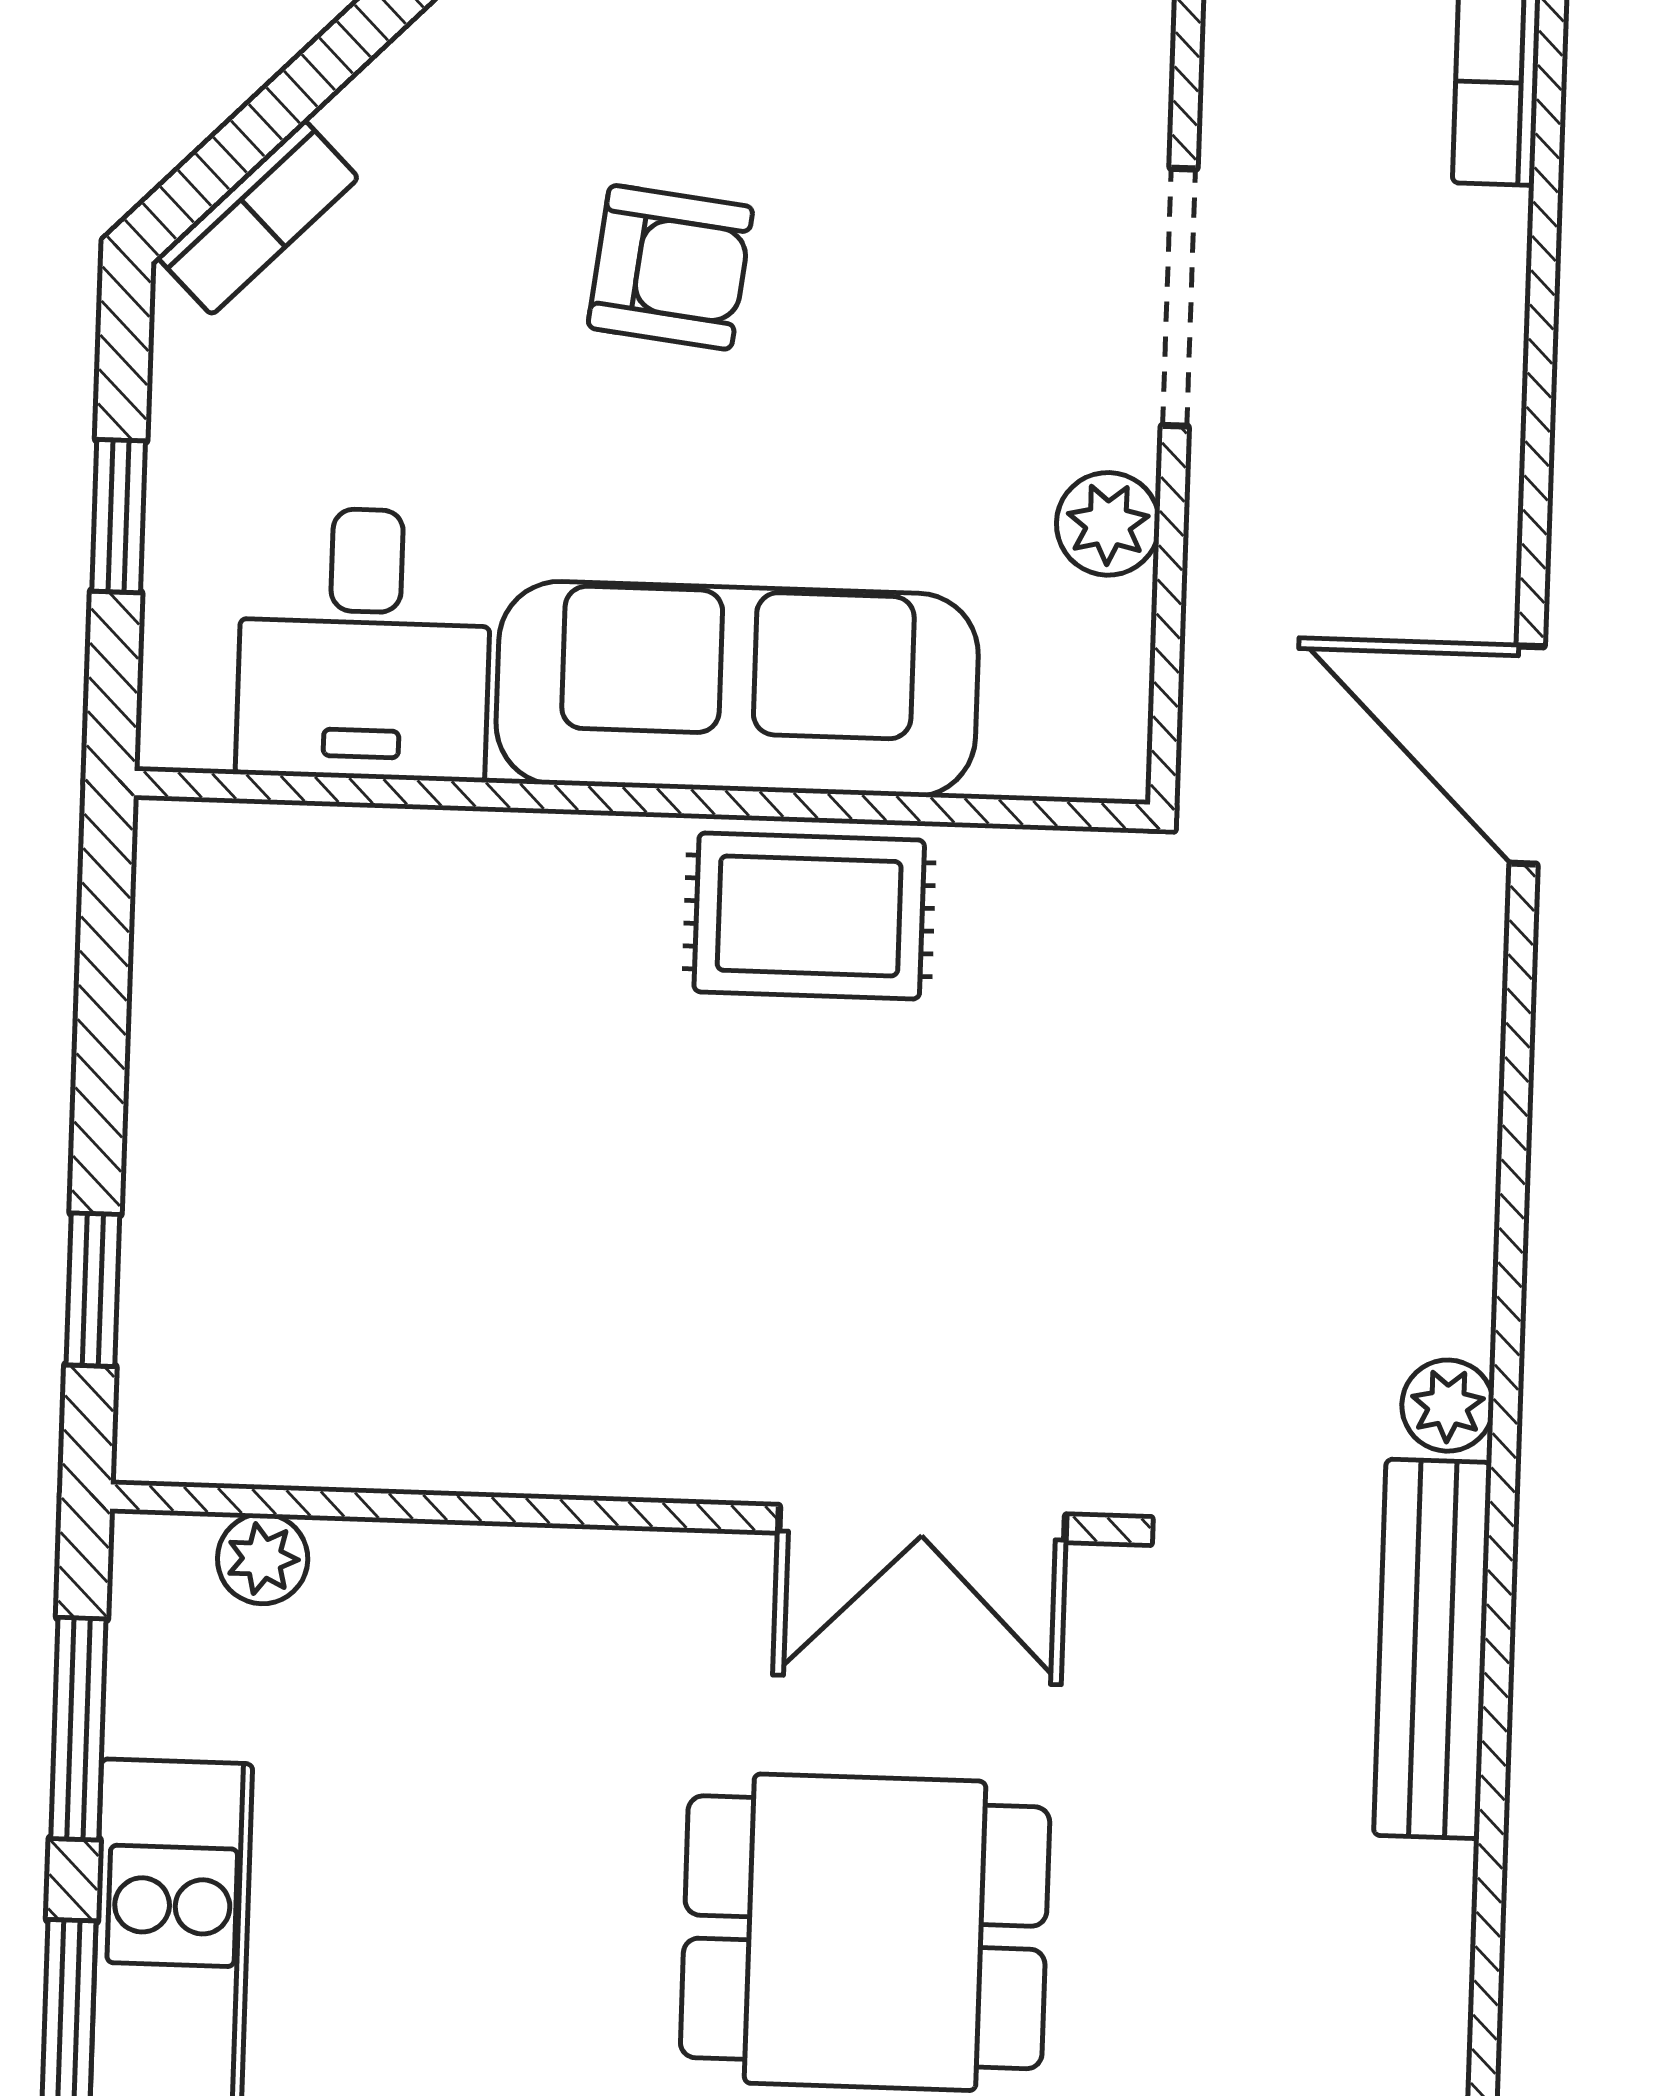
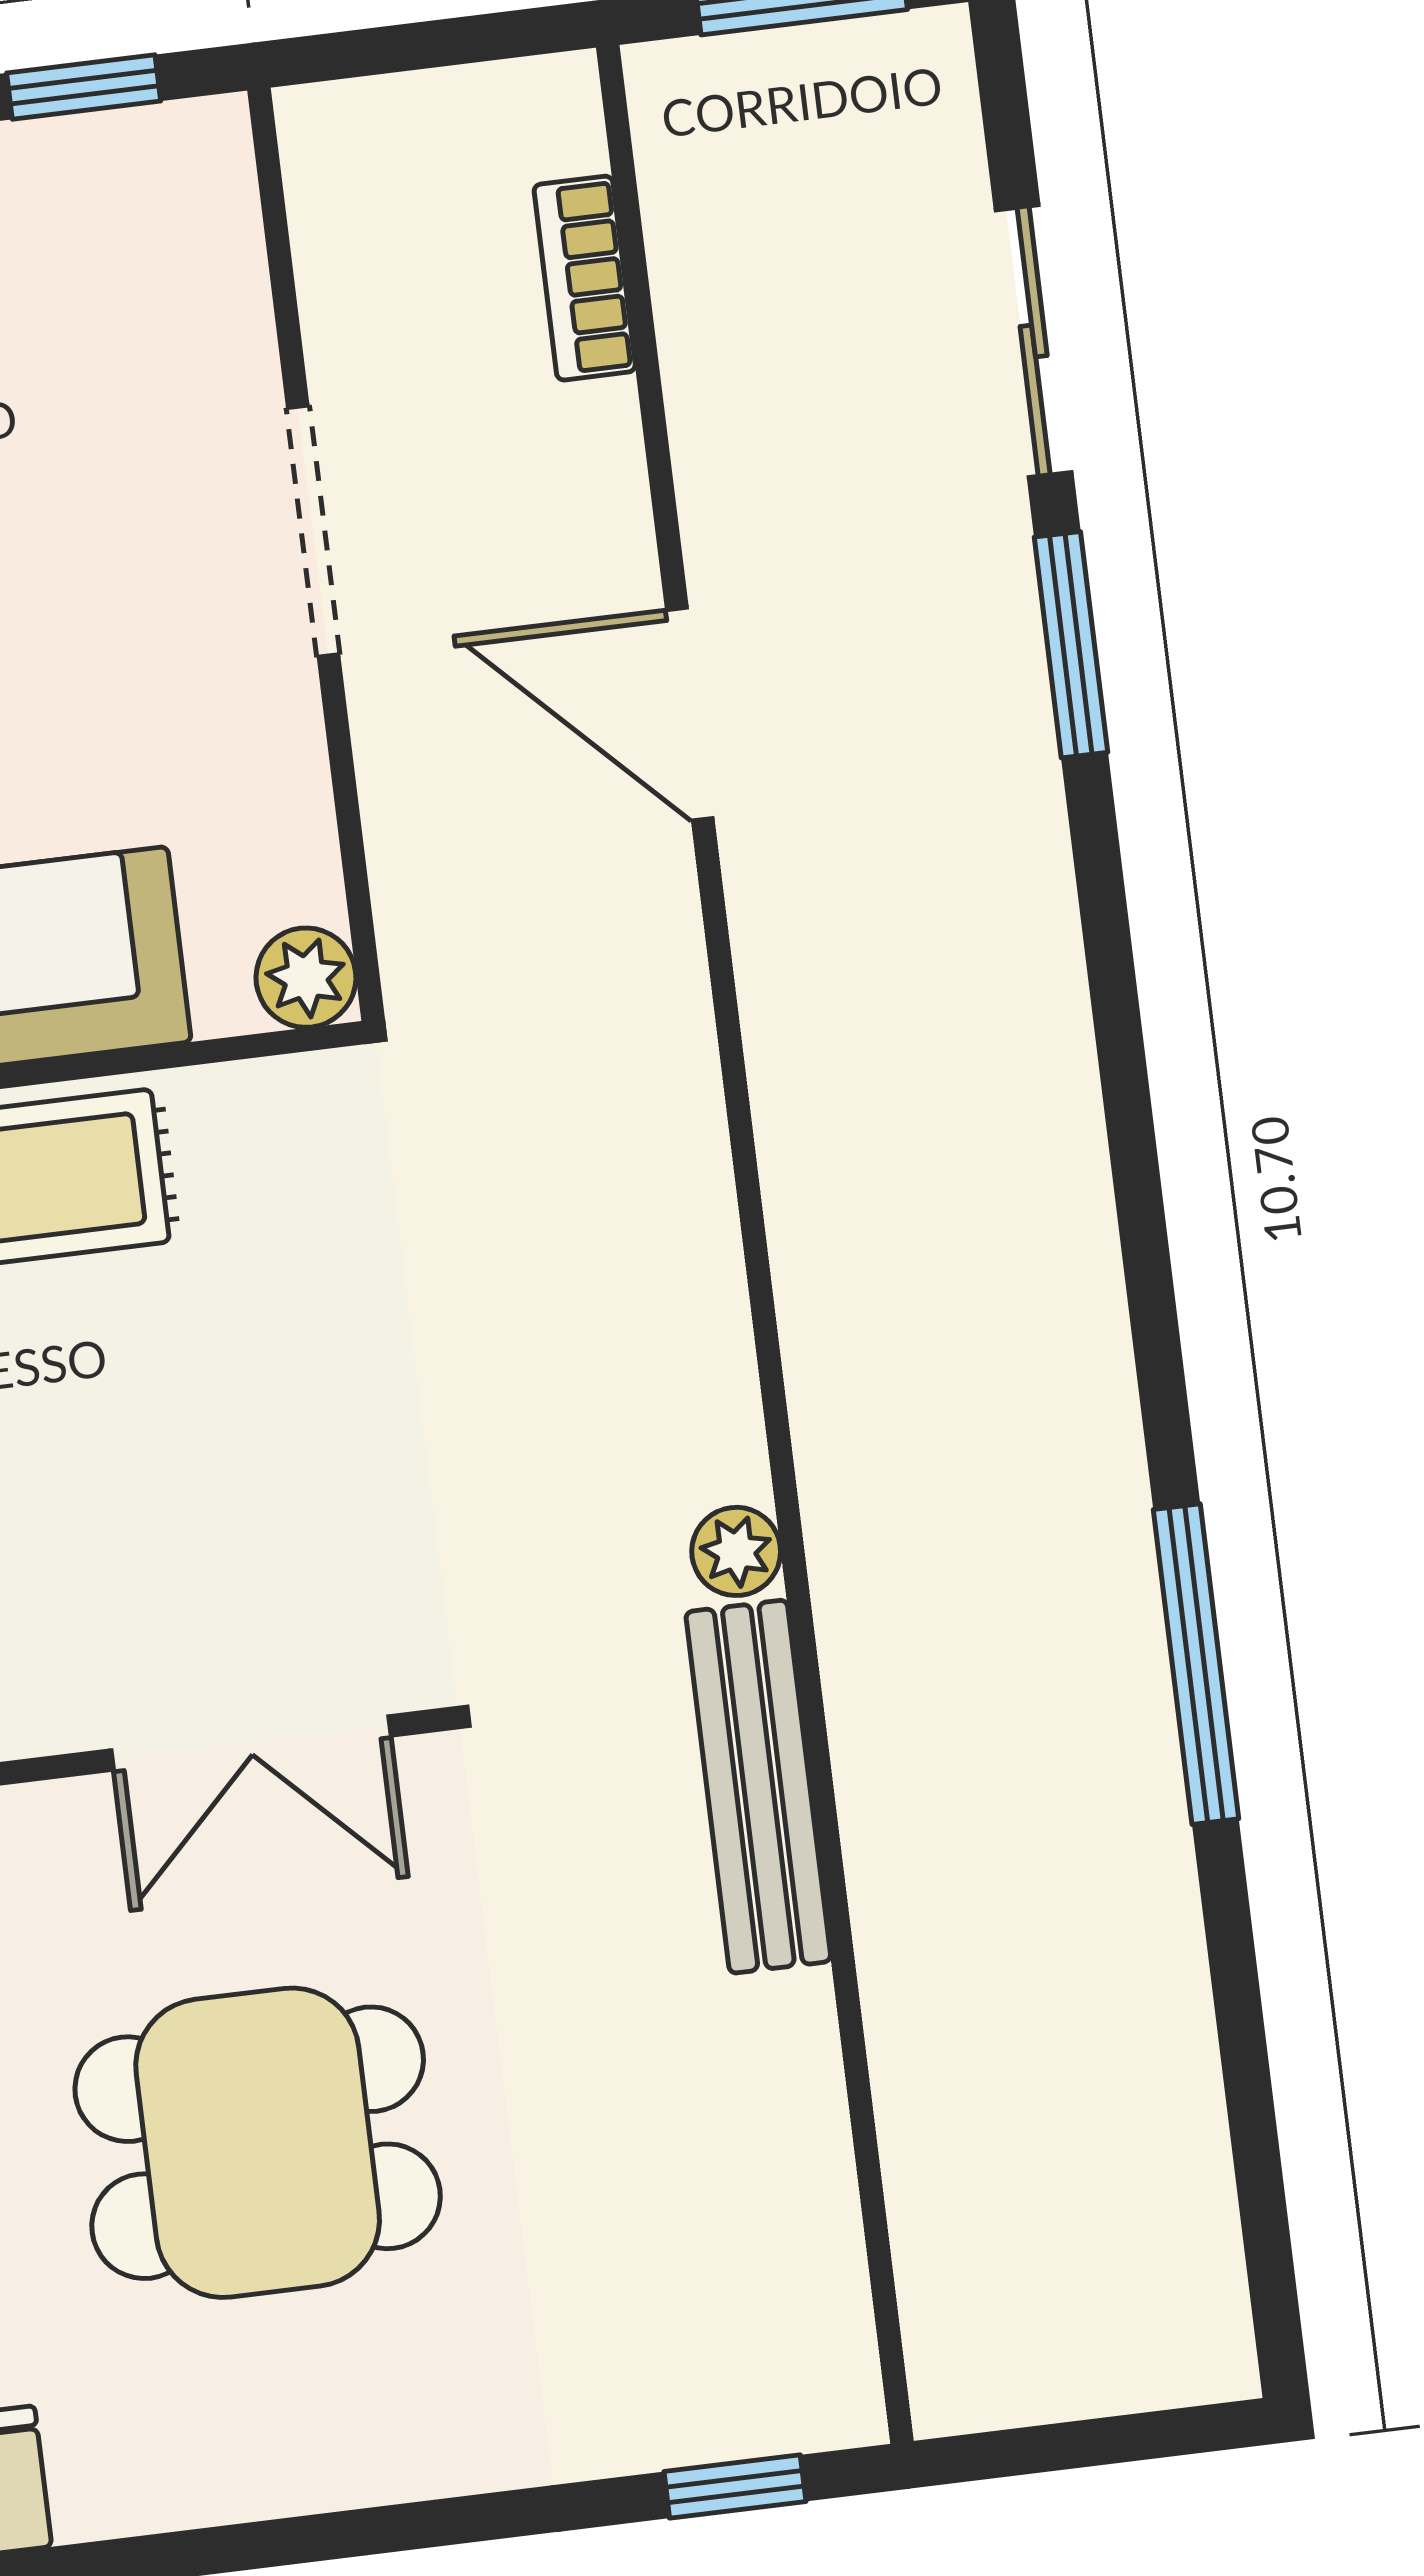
plant: (1108, 524) -> (306, 978), moved
door: (1527, 755) -> (690, 714), moved

